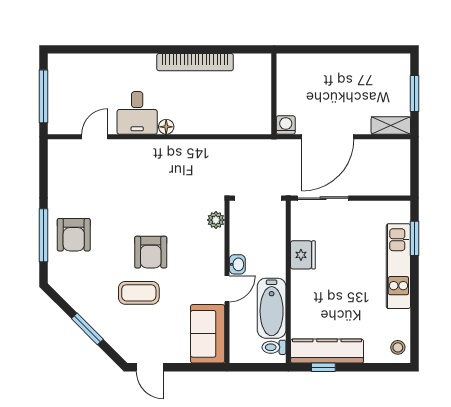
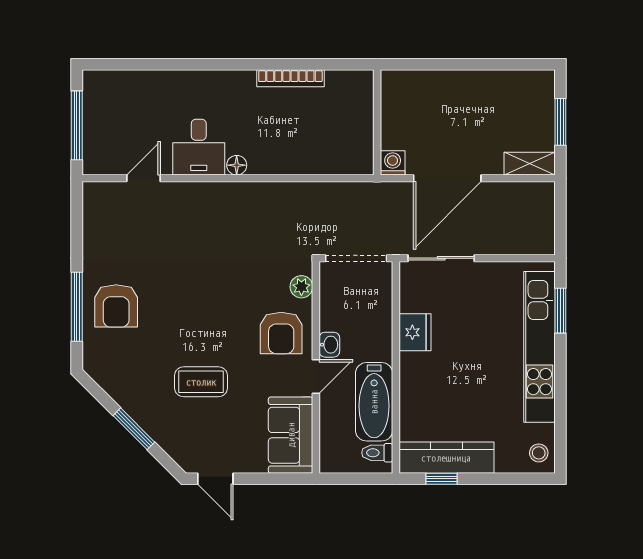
bookcase: (195, 62) -> (290, 78), width x0.68, depth x0.76
armchair: (151, 252) -> (281, 333), moved
kitchen unit: (398, 266) -> (539, 347), width x1.36

